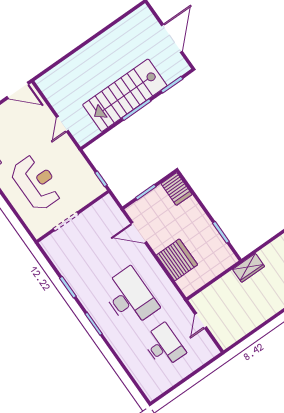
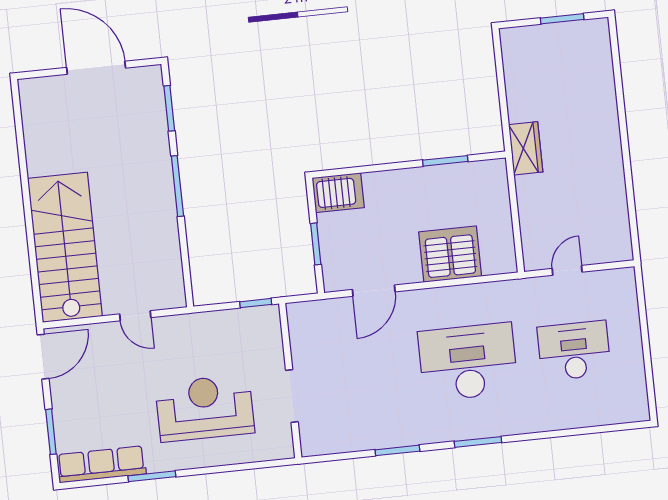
stairs: (125, 95) -> (65, 247), moved, turned 180
door: (201, 321) -> (567, 270), swing flipped

